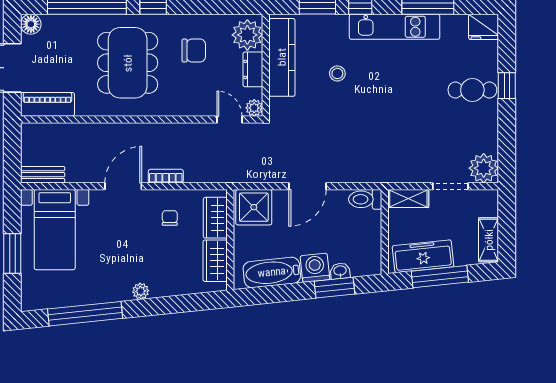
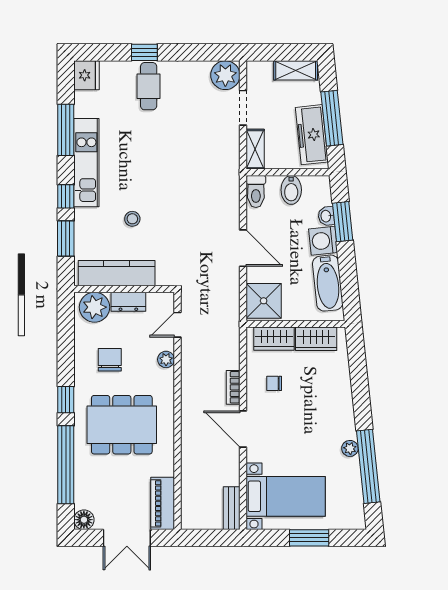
plant: (254, 108) -> (166, 359), moved
bidet: (367, 235) -> (291, 190), added
plant: (141, 291) -> (350, 448), moved

